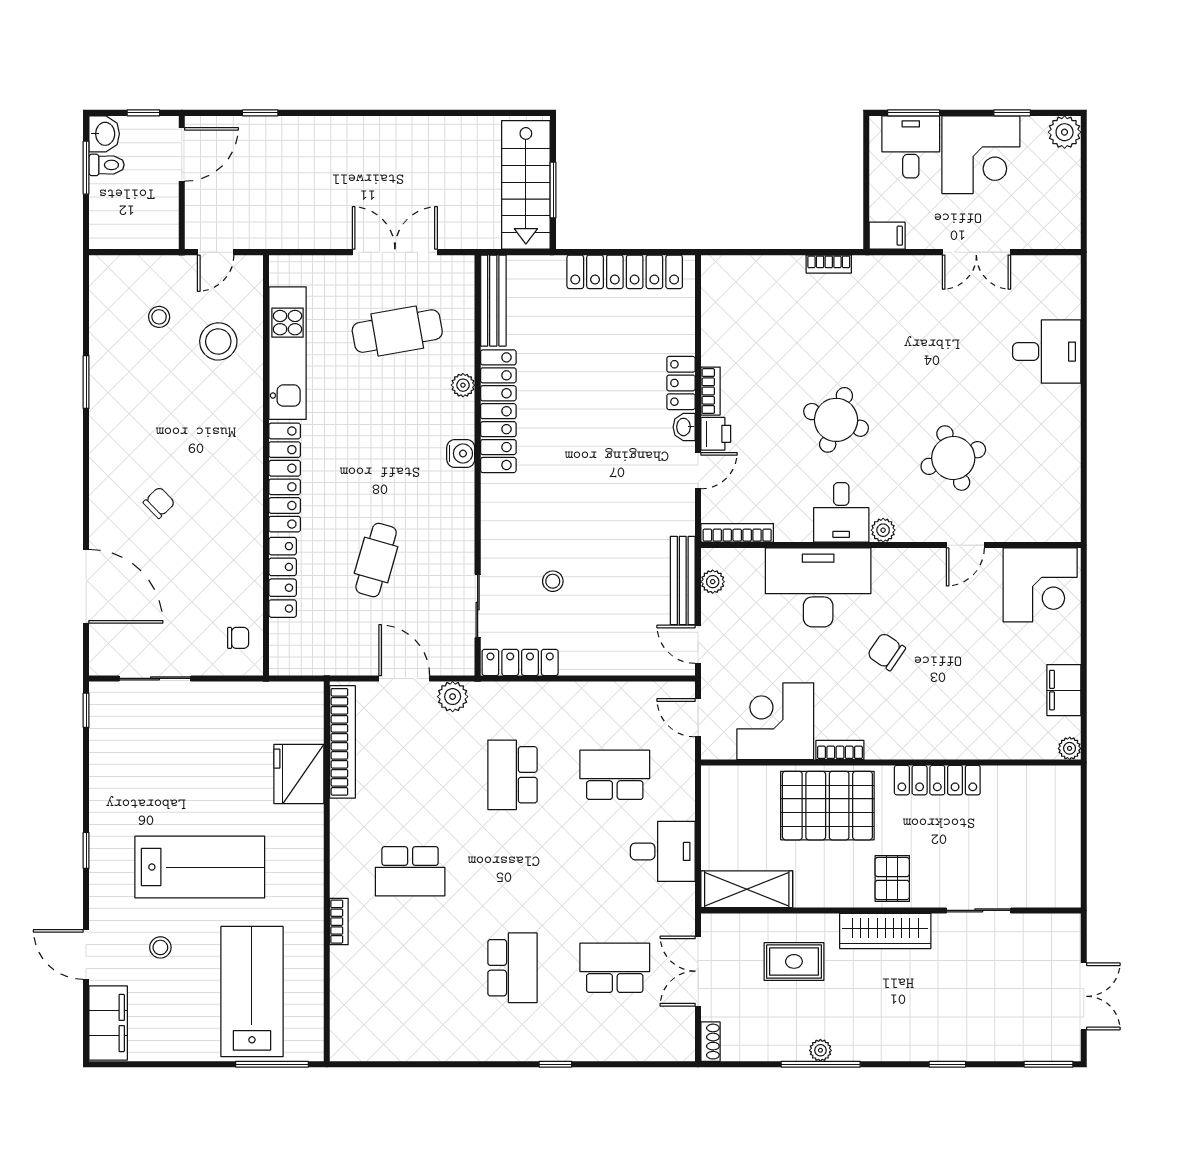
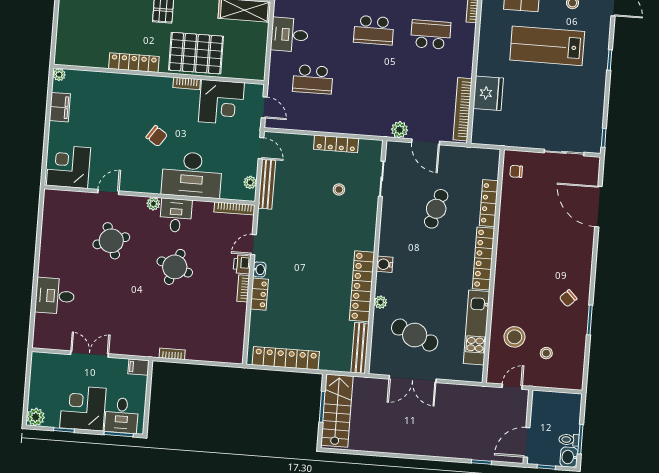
cafe table: (397, 331) -> (415, 335), turned 33
chair: (159, 503) -> (568, 298), moved
locker: (520, 662) -> (336, 144), moved
school desk: (512, 775) -> (374, 30), moved, turned 90

